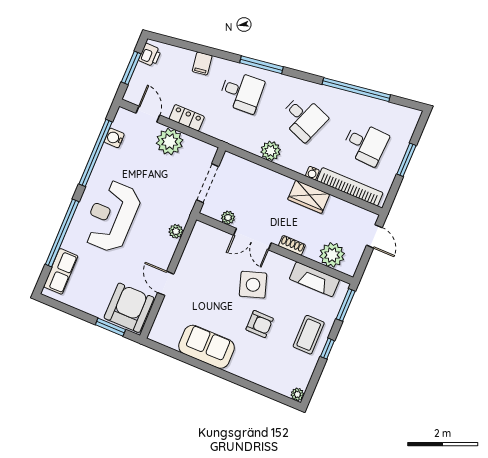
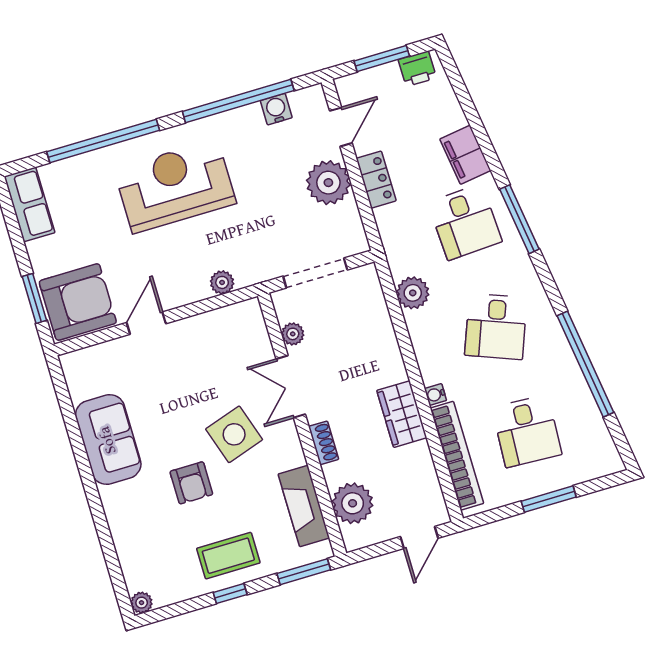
filing cabinet: (202, 63) -> (465, 155), width x2.00
plant: (271, 151) -> (413, 293), moved
row of seats: (61, 271) -> (30, 204), moved, turned -90

